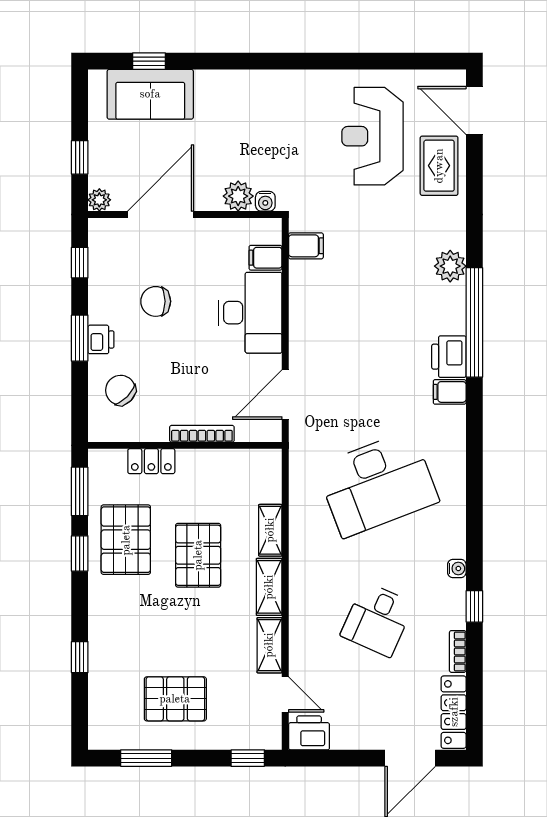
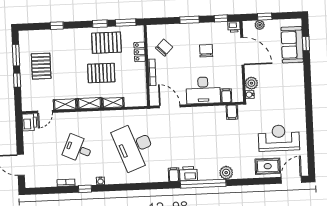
plant: (99, 200) -> (260, 25), moved
printer: (101, 339) -> (234, 27), moved
chair: (120, 390) -> (164, 48), moved
locker: (454, 712) -> (41, 182), removed
window: (248, 758) -> (17, 80), moved

